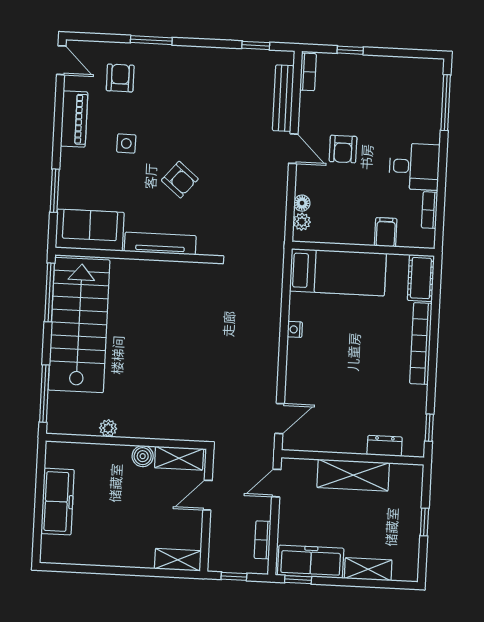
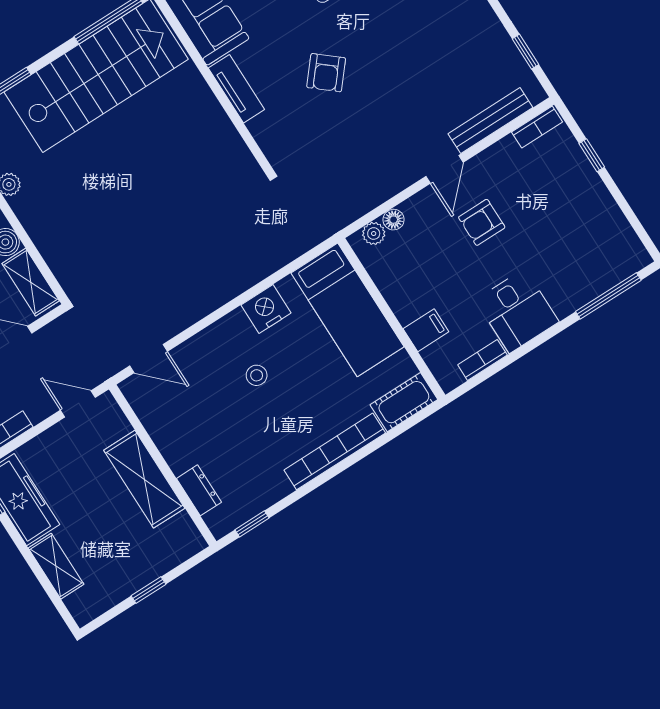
tv unit: (160, 244) -> (236, 89), width x0.71
nightstand: (295, 329) -> (266, 309), width x1.89, depth x1.79
stool: (338, 358) -> (257, 375), added

